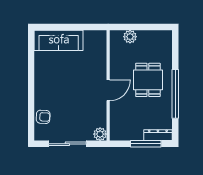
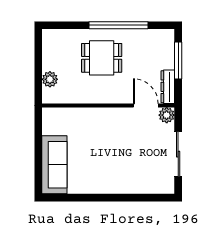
door: (108, 90) -> (146, 106), moved
armchair: (43, 117) -> (146, 183), removed
dresser: (158, 135) -> (168, 87), moved

